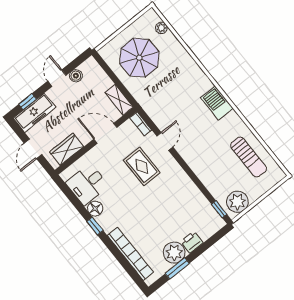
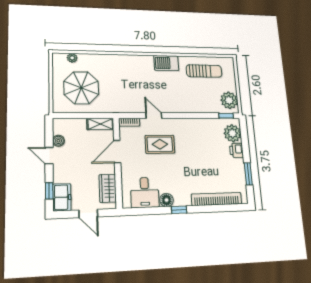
barbecue: (217, 103) -> (166, 63), moved
freezer: (34, 113) -> (62, 197), width x0.71
plant: (174, 253) -> (232, 133), moved

